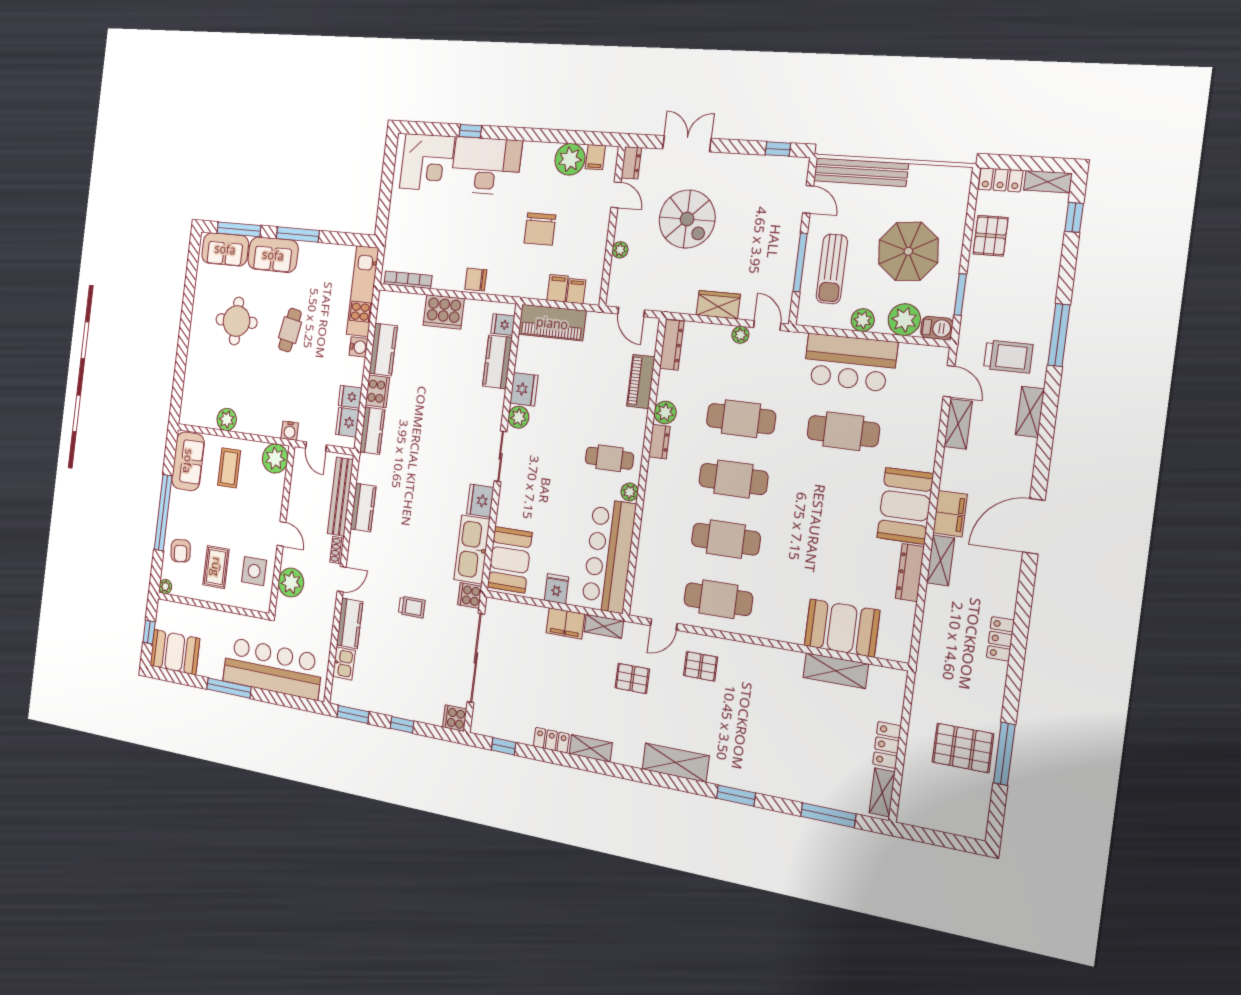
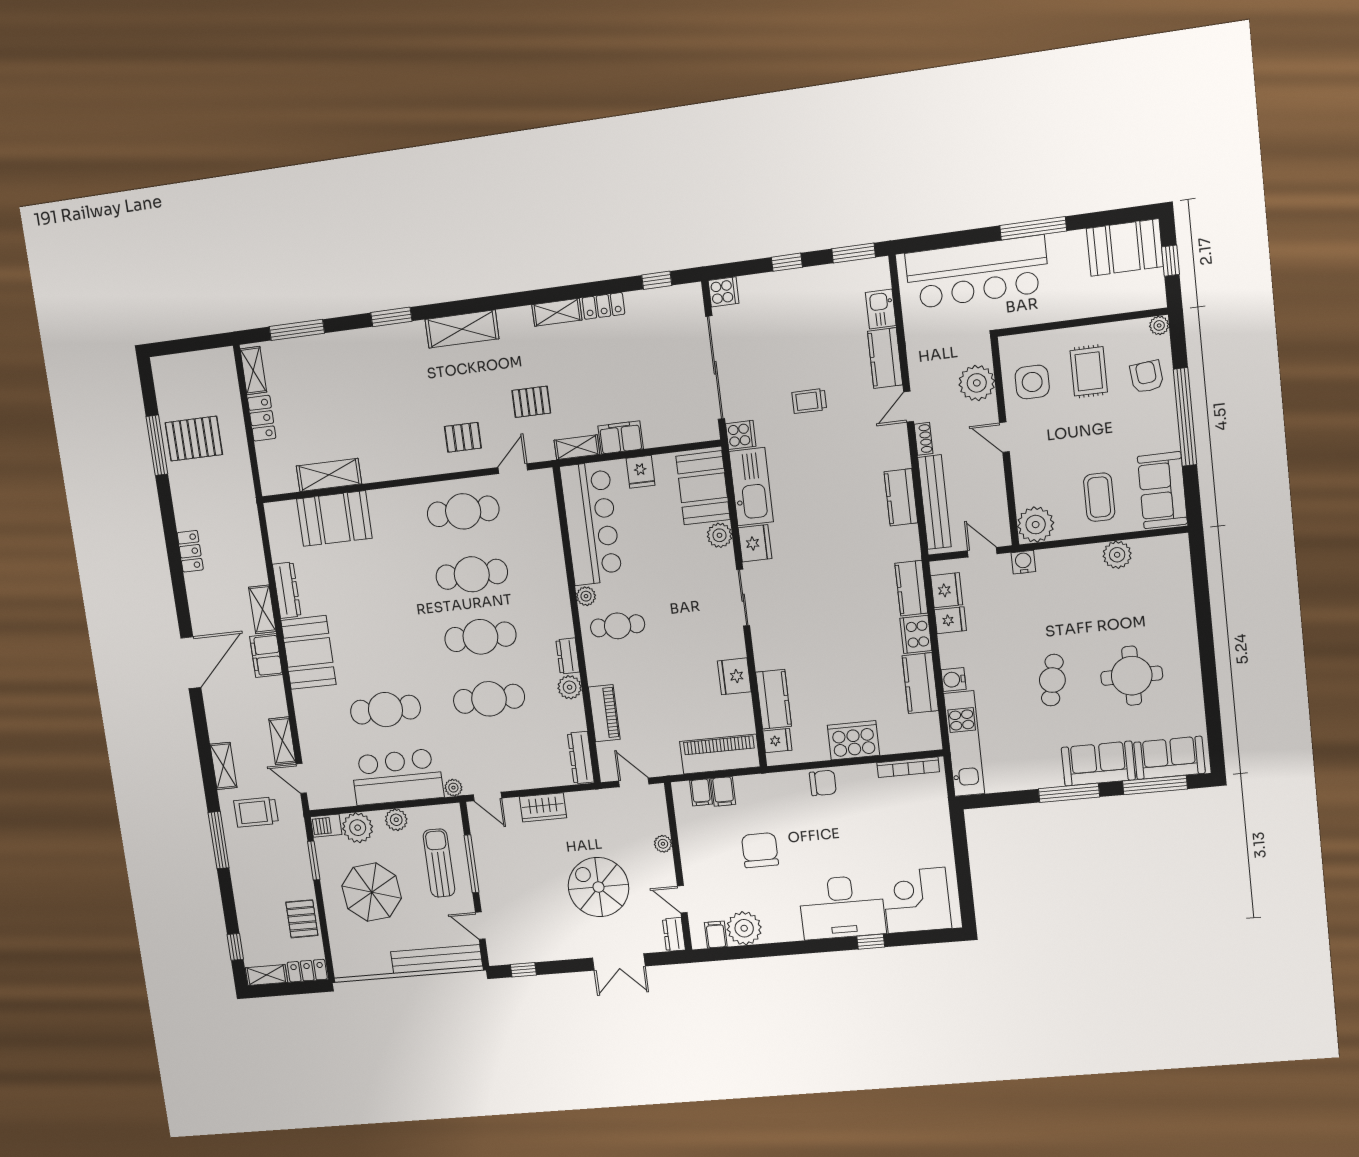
plant: (740, 335) -> (453, 788), moved
plant: (518, 417) -> (719, 535), moved

